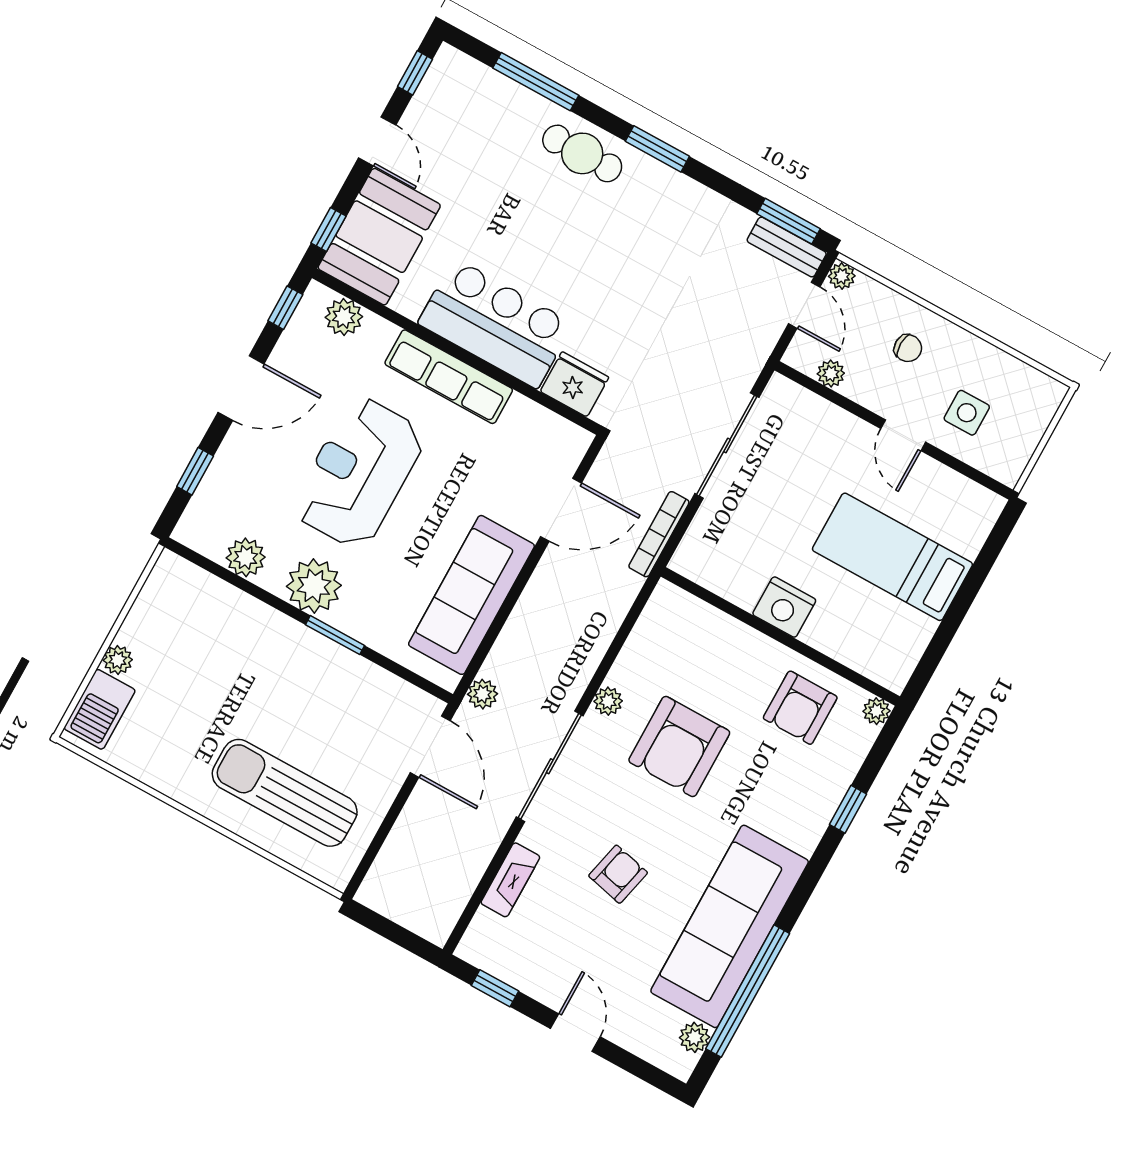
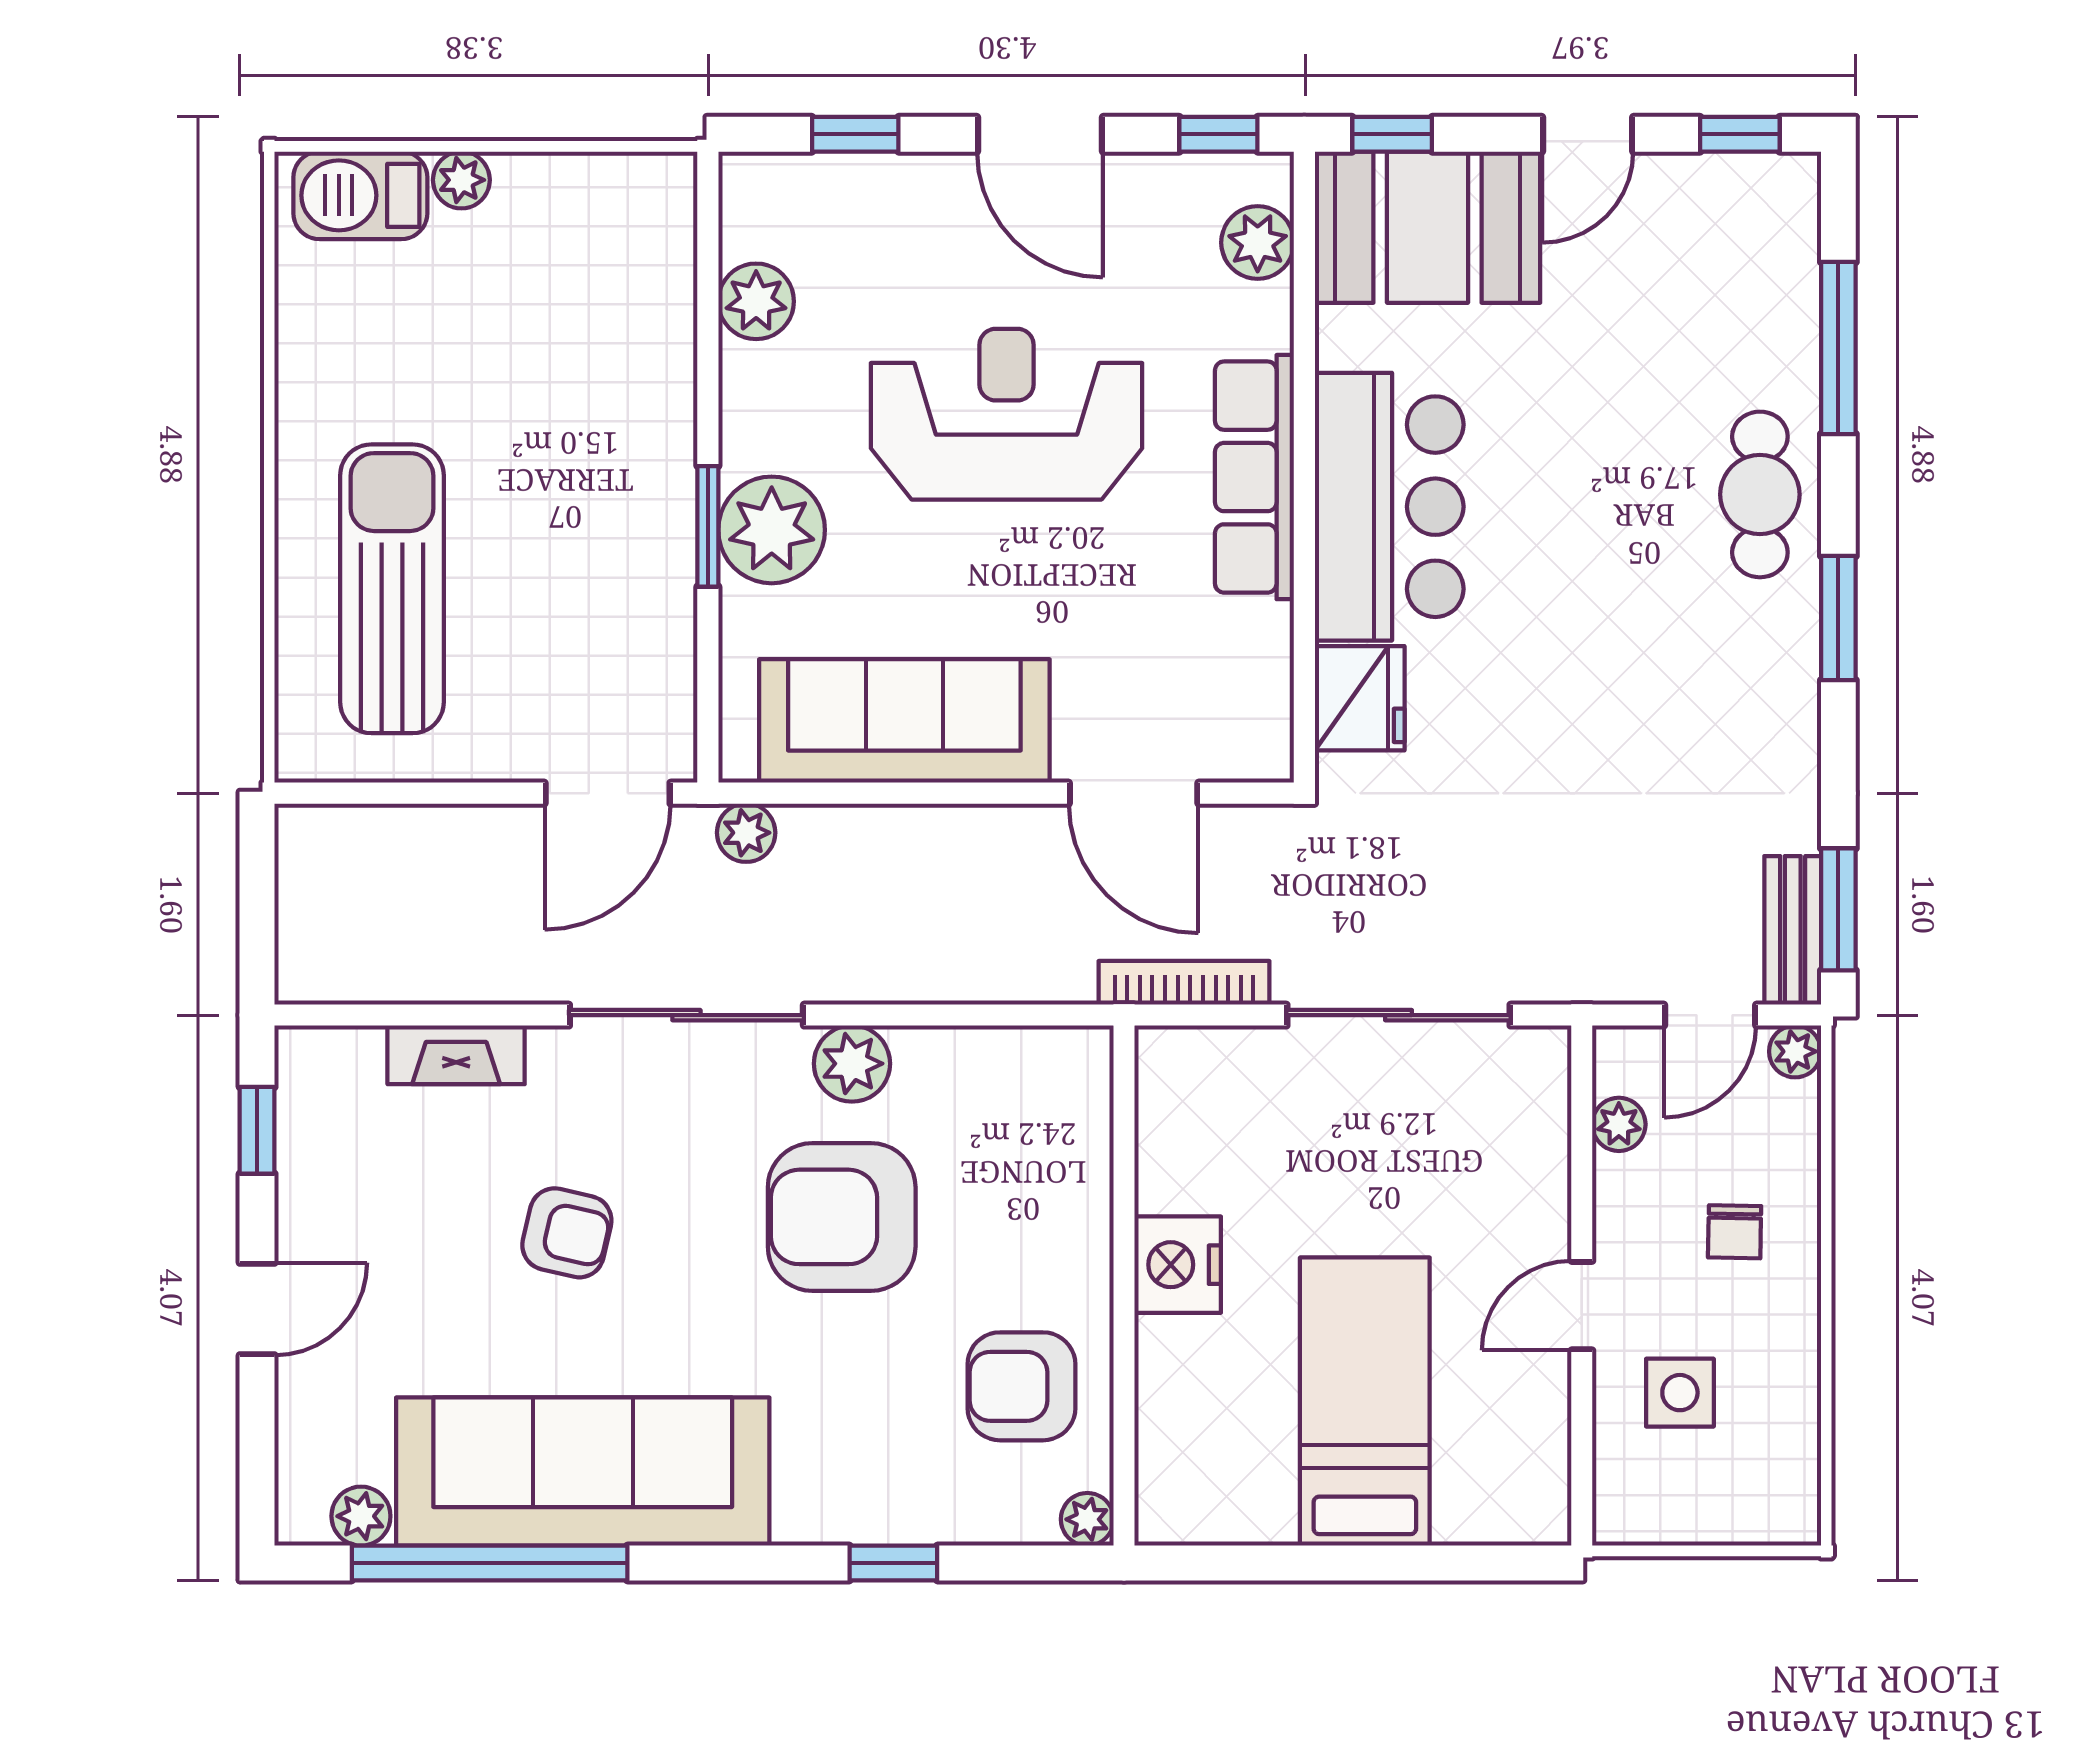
plant: (314, 586) -> (772, 530), moved
plant: (608, 701) -> (852, 1064), width x1.38, depth x1.38

